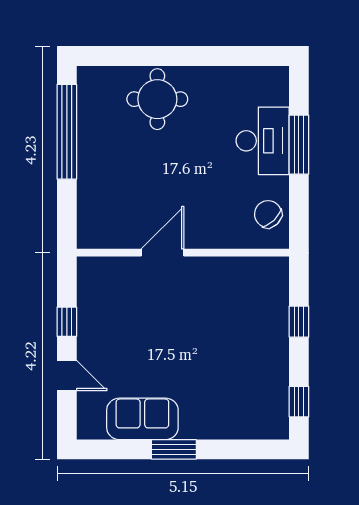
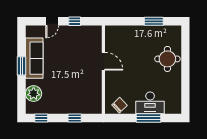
window: (67, 132) -> (154, 21), width x0.47
sofa: (142, 419) -> (34, 58), width x1.36
plant: (240, 420) -> (34, 94), added

